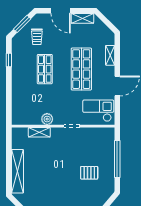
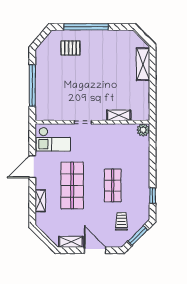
plant: (47, 119) -> (143, 130), moved
shelving: (17, 171) -> (143, 64), width x0.68
pallet: (89, 173) -> (70, 48), moved

